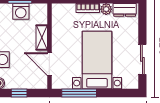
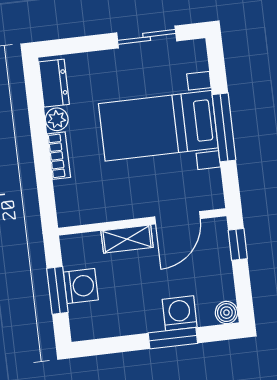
window: (19, 93) -> (238, 244), moved
window: (79, 93) -> (224, 127), moved

